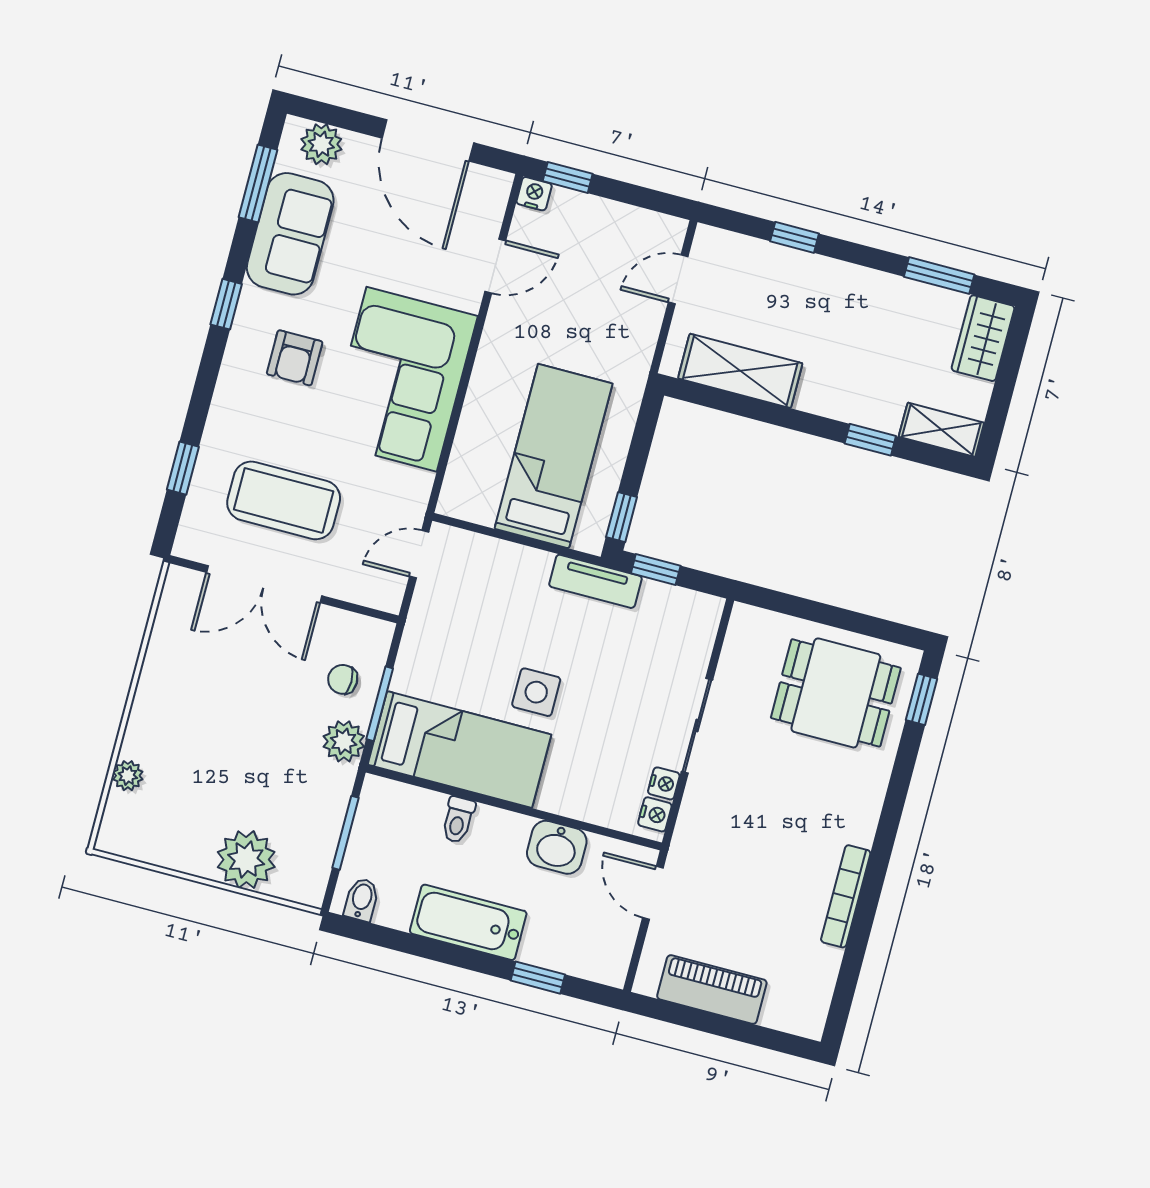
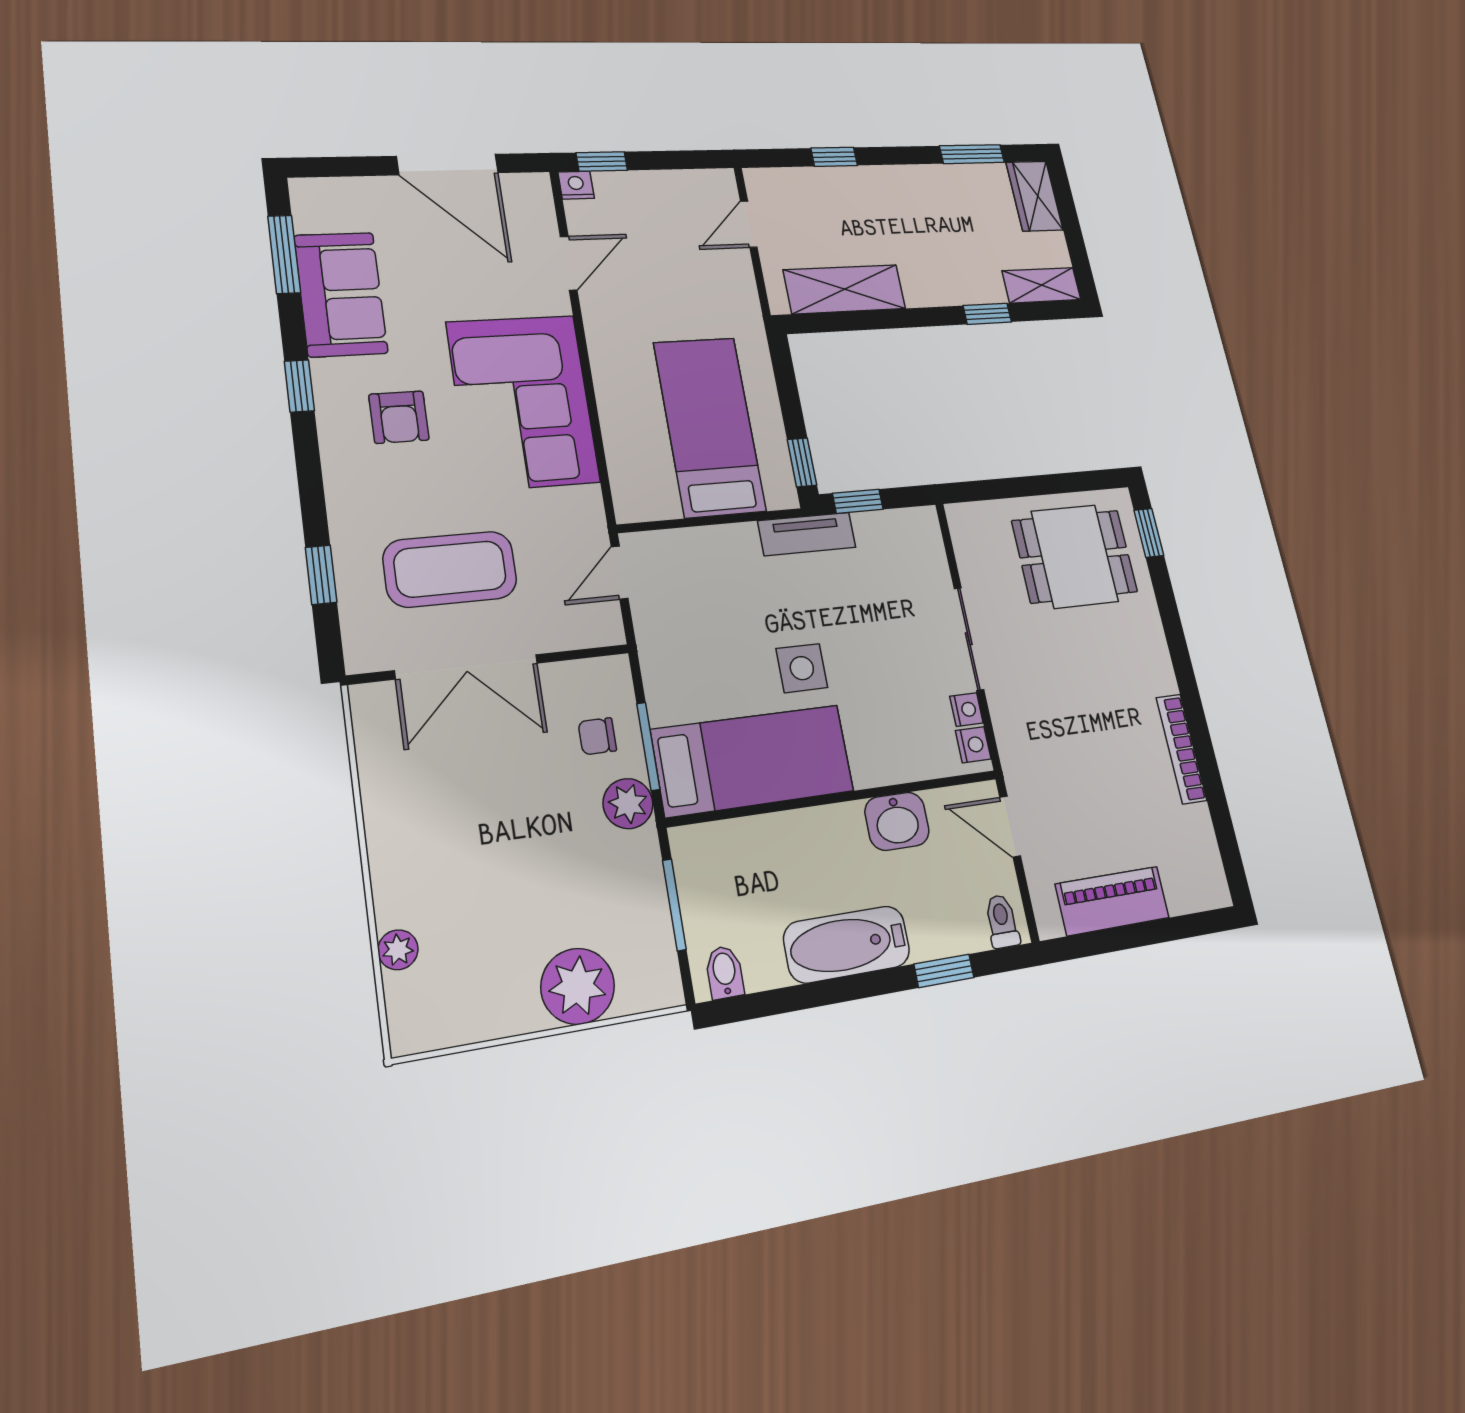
plant: (321, 144) -> (337, 198), removed
toilet: (458, 820) -> (1002, 921), moved, turned 180

